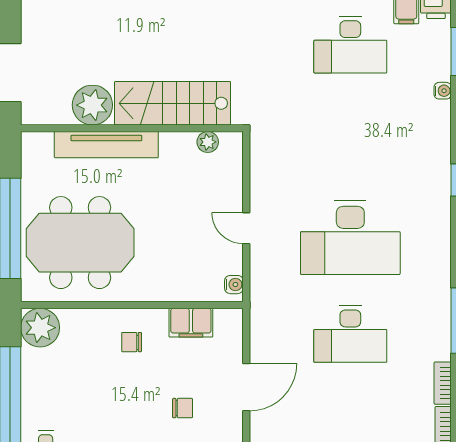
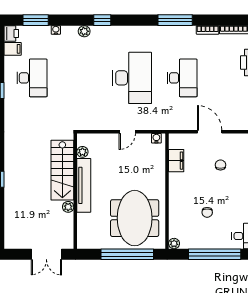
plant: (92, 105) -> (68, 207), width x0.53, depth x0.53
tv unit: (106, 145) -> (84, 185), moved
plant: (440, 145) -> (84, 31), added
plant: (40, 328) -> (174, 244), width x0.53, depth x0.53
chair: (132, 342) -> (207, 212), moved

